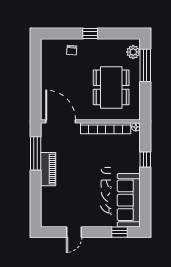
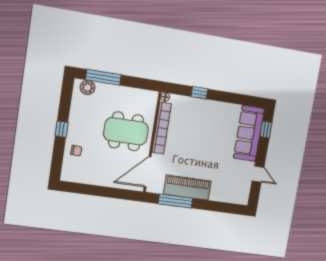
dining table: (111, 87) -> (126, 131), moved
piano: (48, 169) -> (187, 188), width x1.37, depth x1.33
sofa: (129, 200) -> (249, 133), moved, turned 90

